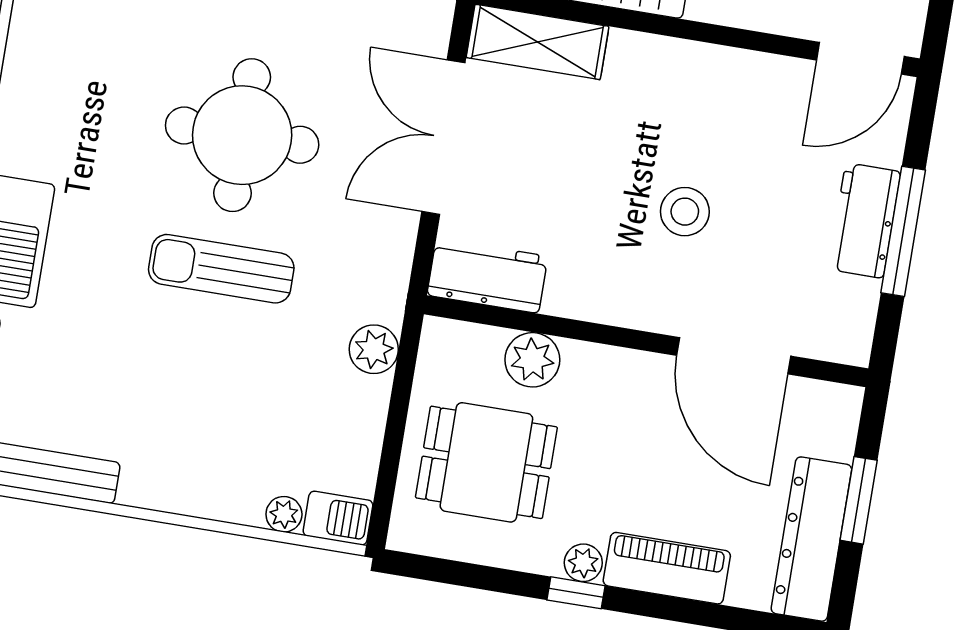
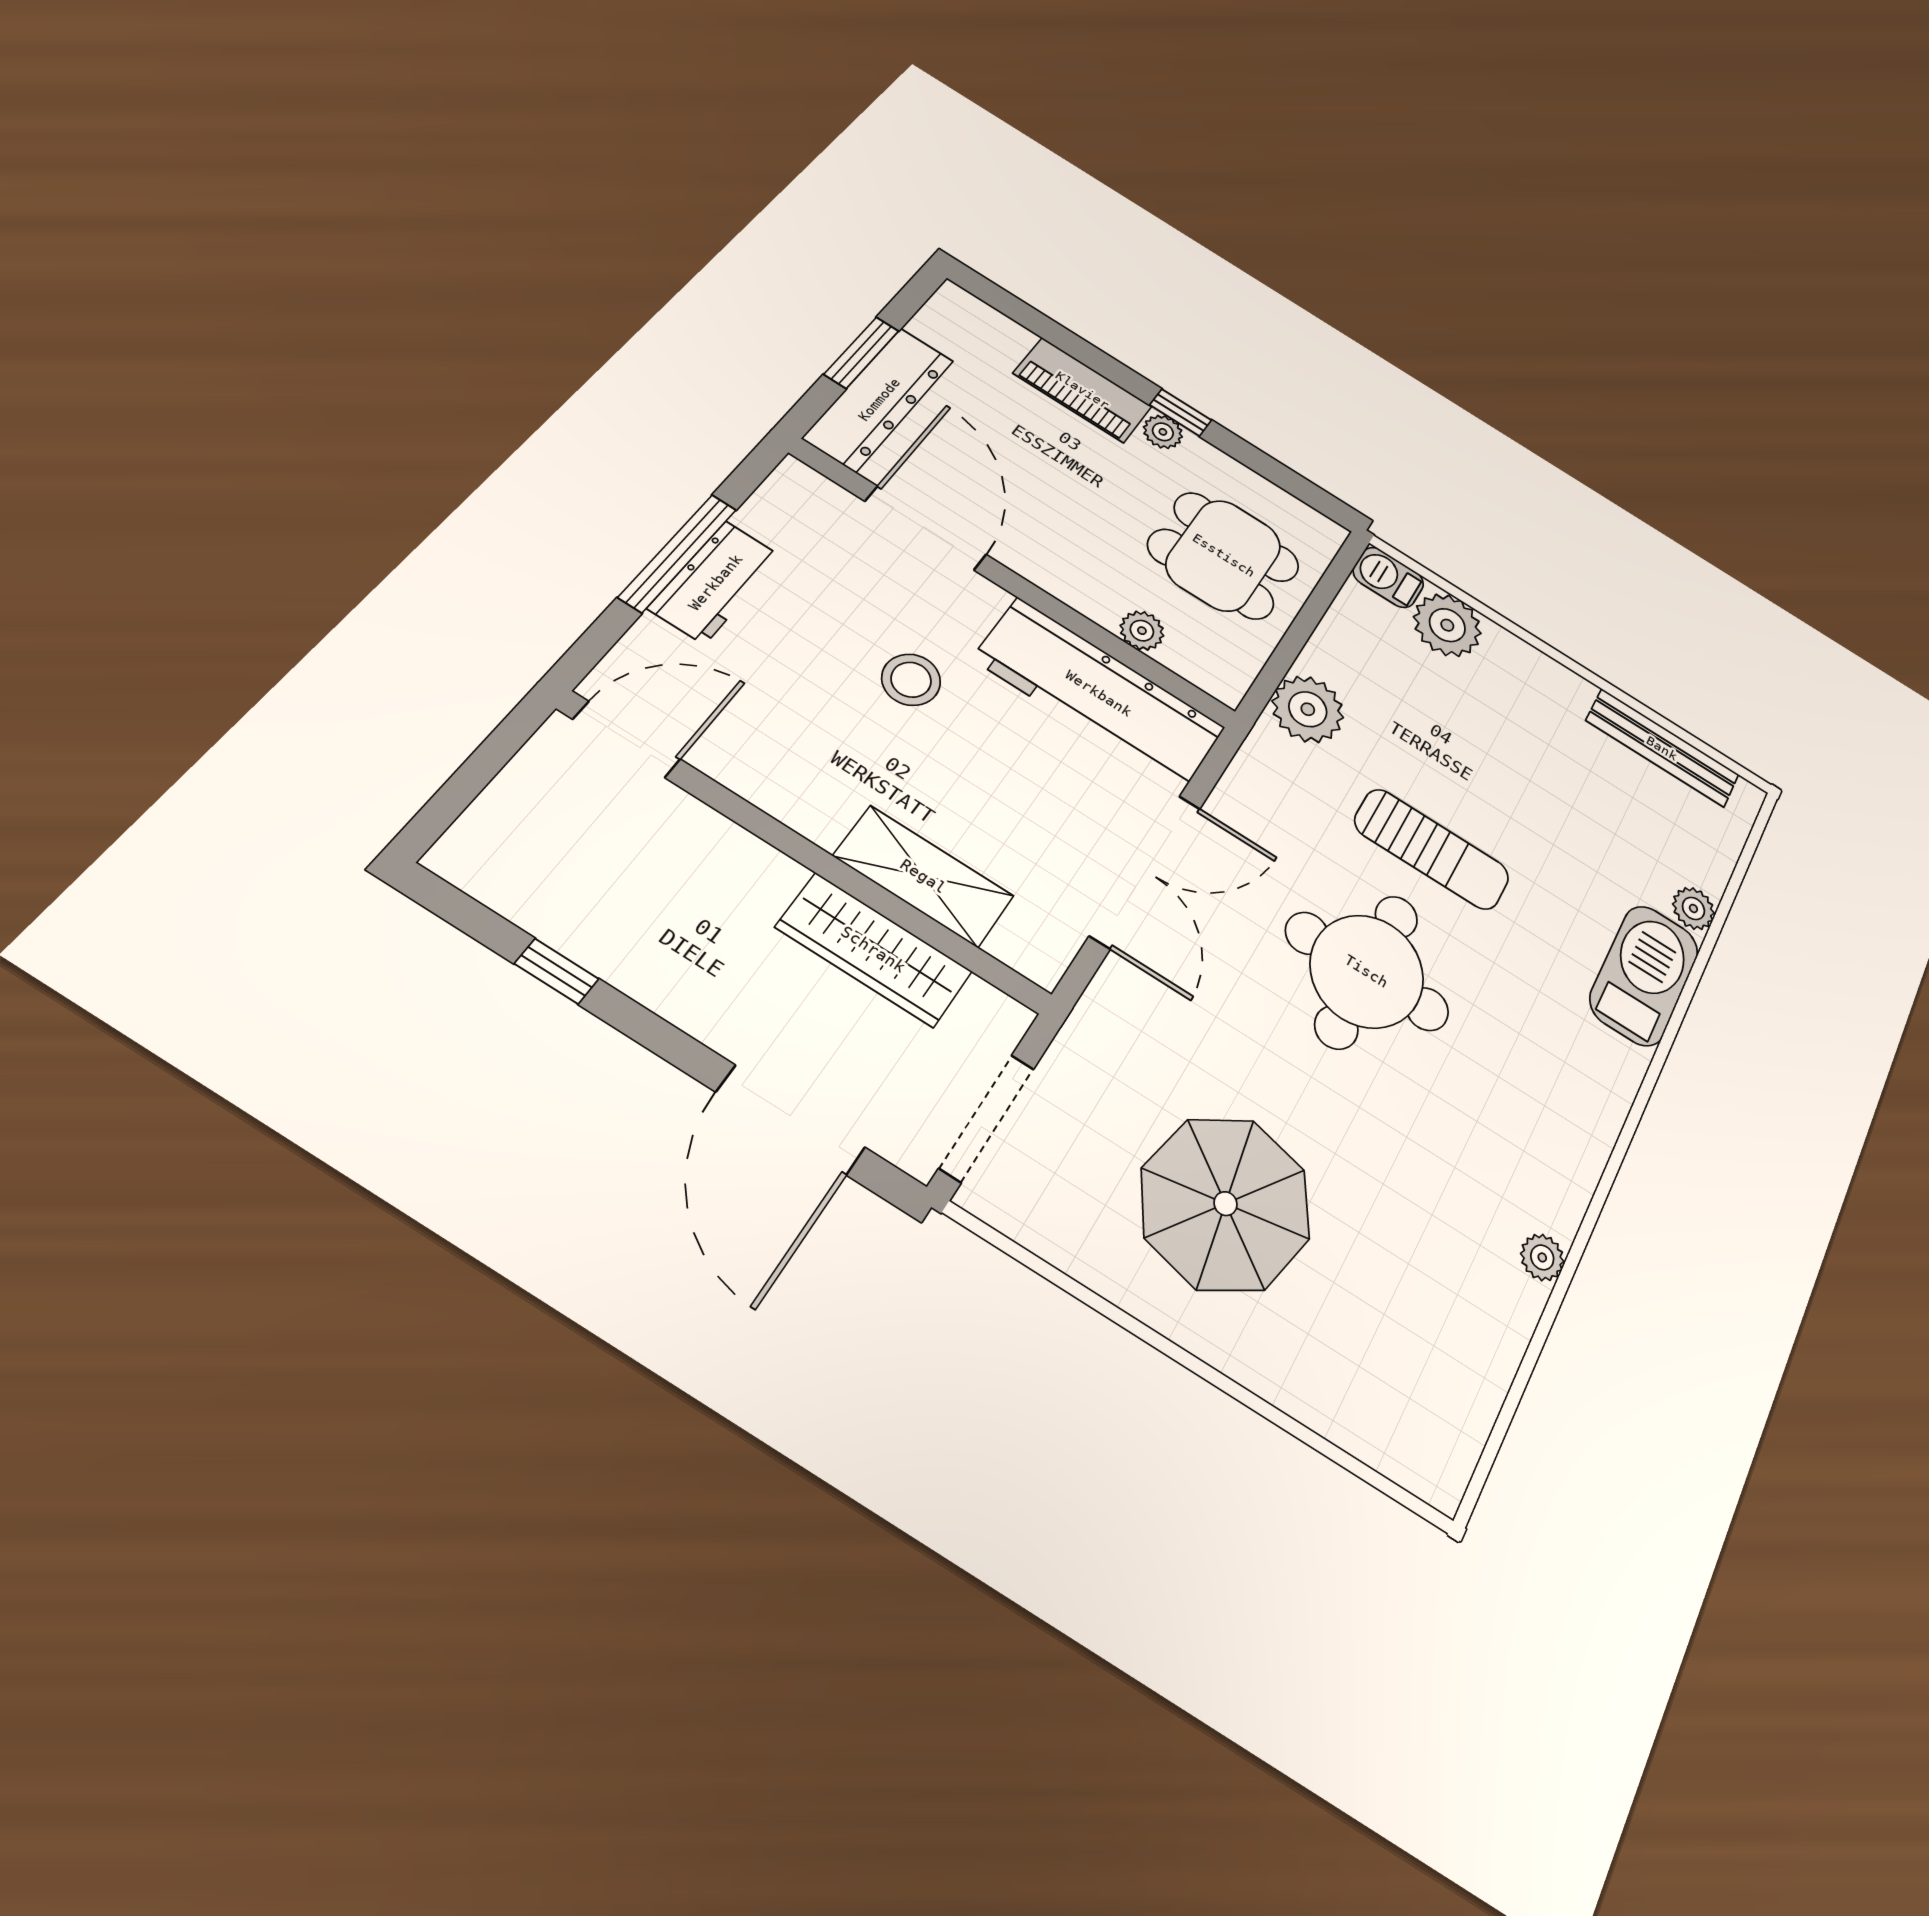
shelving: (538, 42) -> (924, 876), moved
workbench: (487, 276) -> (1099, 693), width x1.88, depth x1.32
plant: (374, 349) -> (1308, 709), width x1.36, depth x1.36
plant: (532, 360) -> (1142, 631), width x0.73, depth x0.73
plant: (284, 514) -> (1447, 625), width x1.87, depth x1.87
dresser: (811, 539) -> (879, 399), moved

